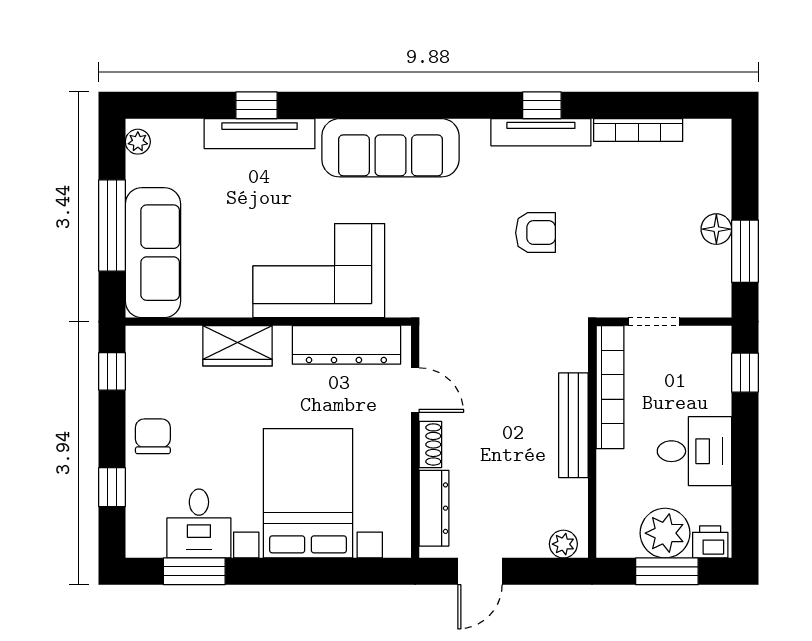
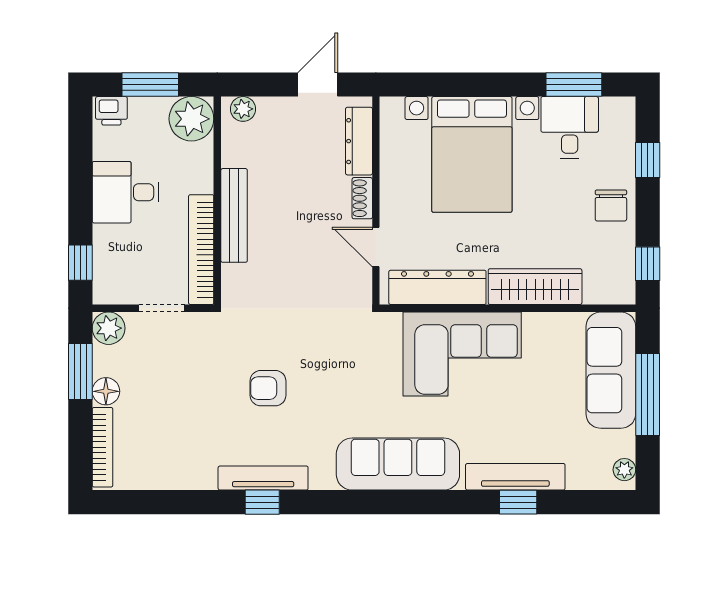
bookcase: (638, 130) -> (102, 447), moved, turned 90
plant: (713, 299) -> (109, 328), added
wardrobe: (238, 346) -> (535, 287), width x1.50
plant: (665, 533) -> (191, 119), moved

